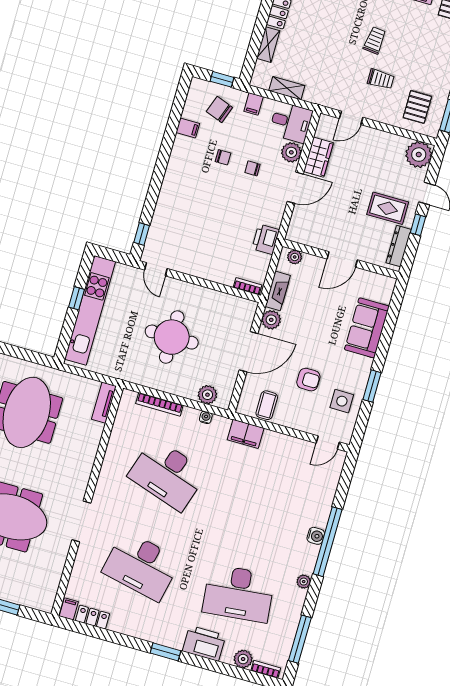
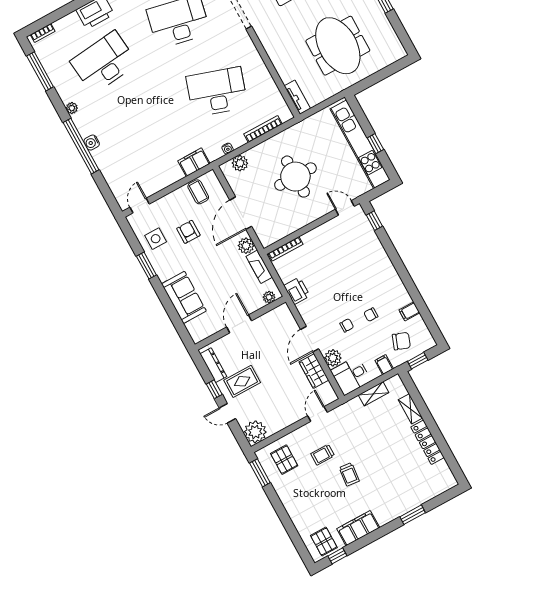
bookcase: (248, 286) -> (286, 249), width x1.56
armchair: (308, 380) -> (188, 232), turned 90
plant: (243, 659) -> (62, 26), removed

